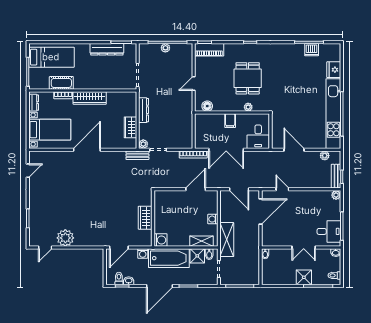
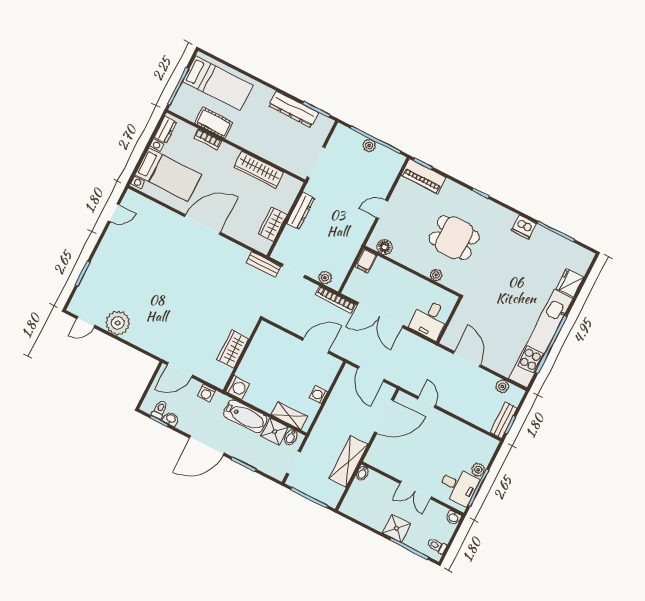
dishwasher: (312, 50) -> (524, 227), moved
dining table: (248, 78) -> (454, 238), turned 90
wardrobe: (90, 98) -> (259, 170), moved
filing cabinet: (230, 121) -> (366, 261), moved
plant: (143, 144) -> (325, 278), moved
plant: (336, 195) -> (478, 470), moved
shelving: (227, 240) -> (348, 462), moved
bathtub: (169, 258) -> (245, 416), width x0.73, depth x0.73

